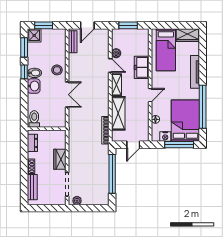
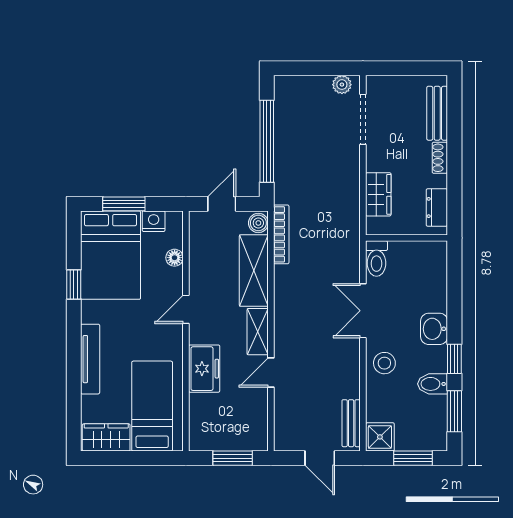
door: (87, 25) -> (320, 458), swing flipped
shower: (34, 35) -> (380, 437), moved
boiler: (116, 53) -> (258, 223), moved
door: (110, 66) -> (271, 372), hinge flipped
bidet: (34, 73) -> (433, 384), moved
window: (203, 107) -> (74, 285), width x0.32
toilet: (34, 119) -> (376, 259), moved
window: (179, 145) -> (124, 204), width x0.69
wardrobe: (60, 159) -> (378, 194), moved

